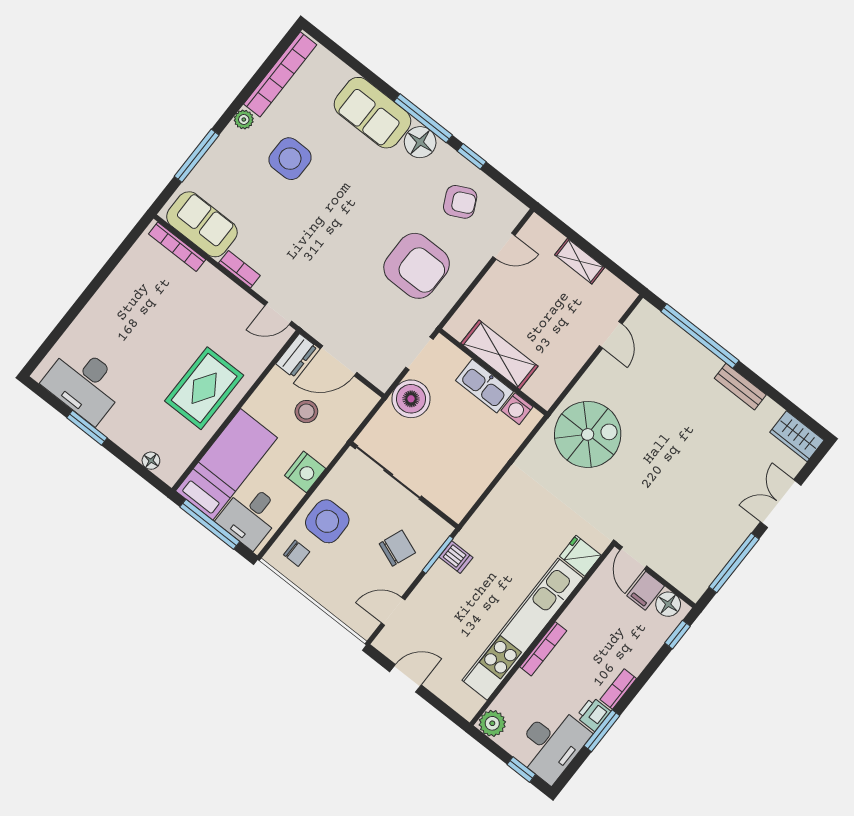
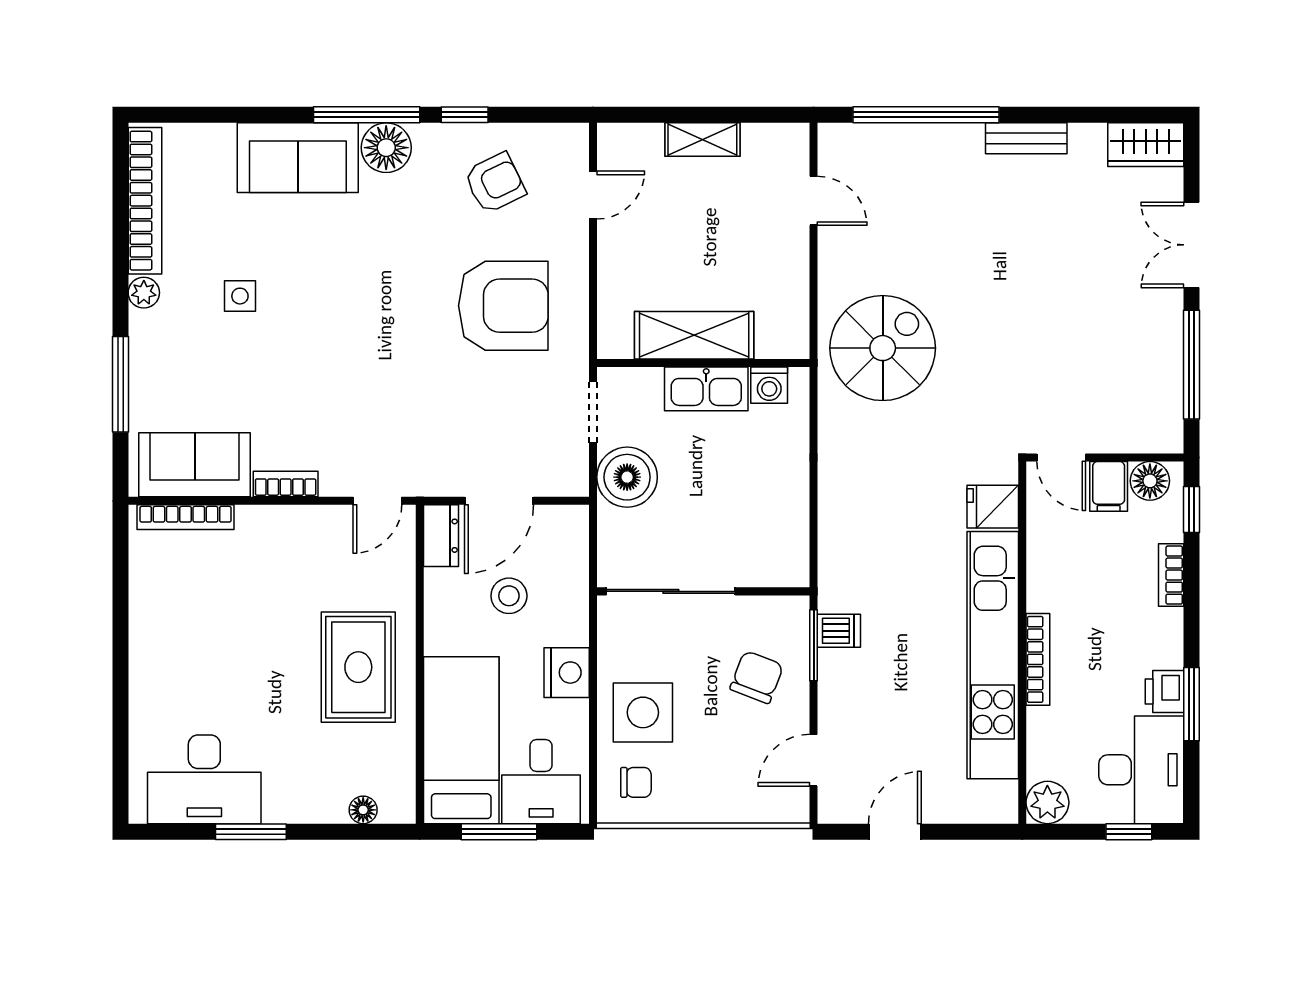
side table: (290, 159) -> (240, 296), width x0.54, depth x0.54
window: (210, 524) -> (499, 832), width x0.69
bookcase: (618, 689) -> (1171, 575), moved

